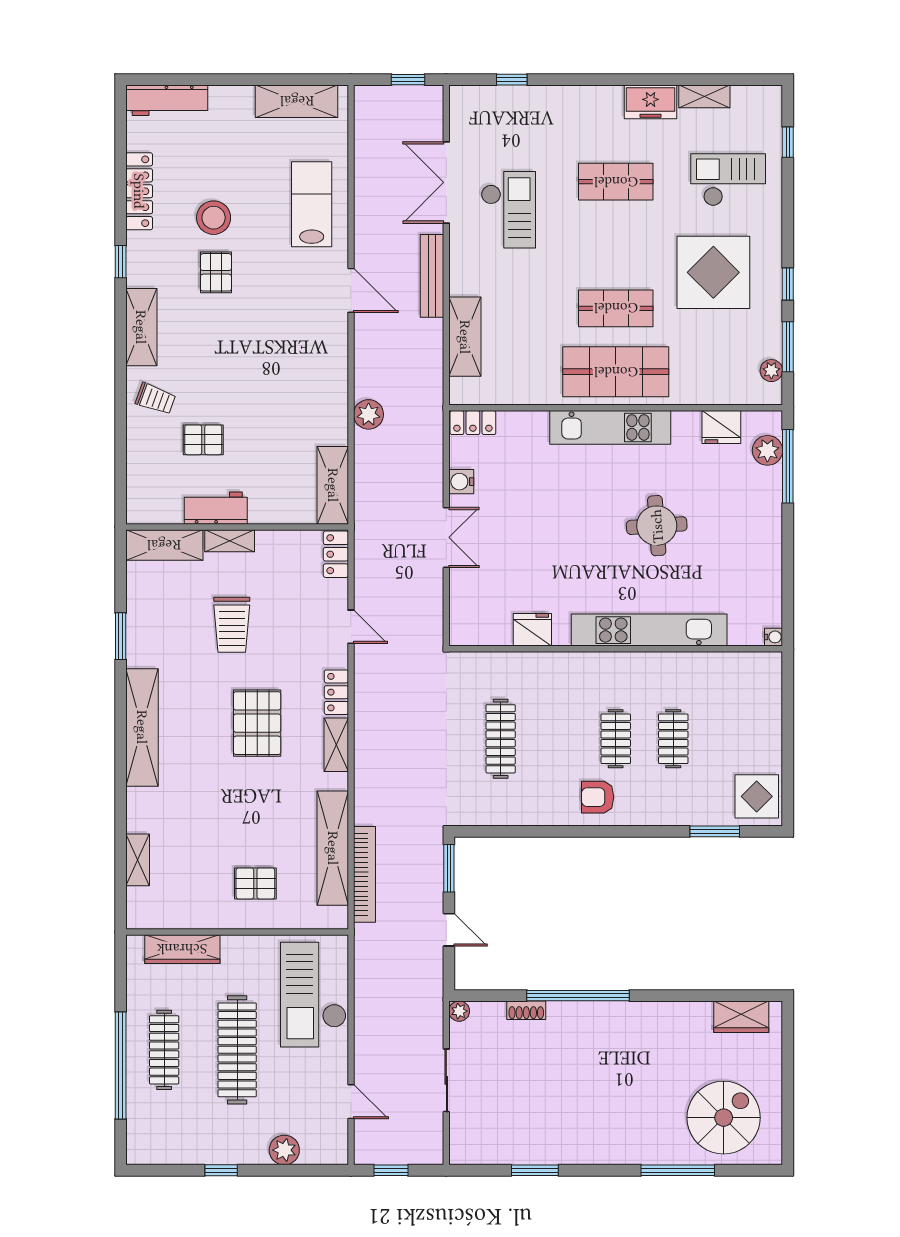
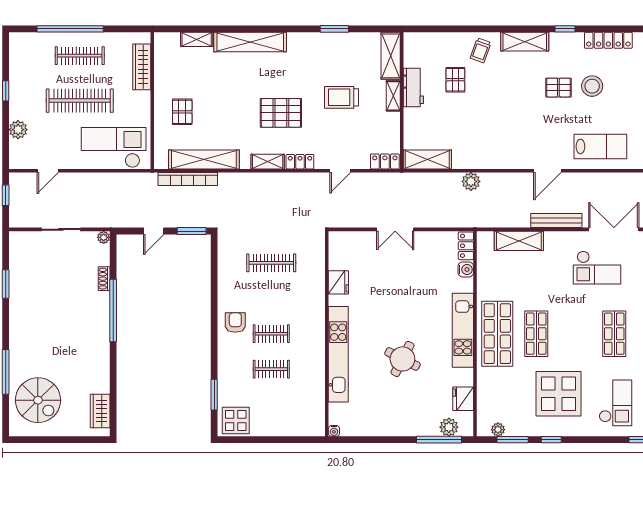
water cooler: (461, 482) -> (466, 269), moved, turned 90
round table: (657, 526) -> (402, 359), turned 31
shelving: (142, 727) -> (250, 42), moved

